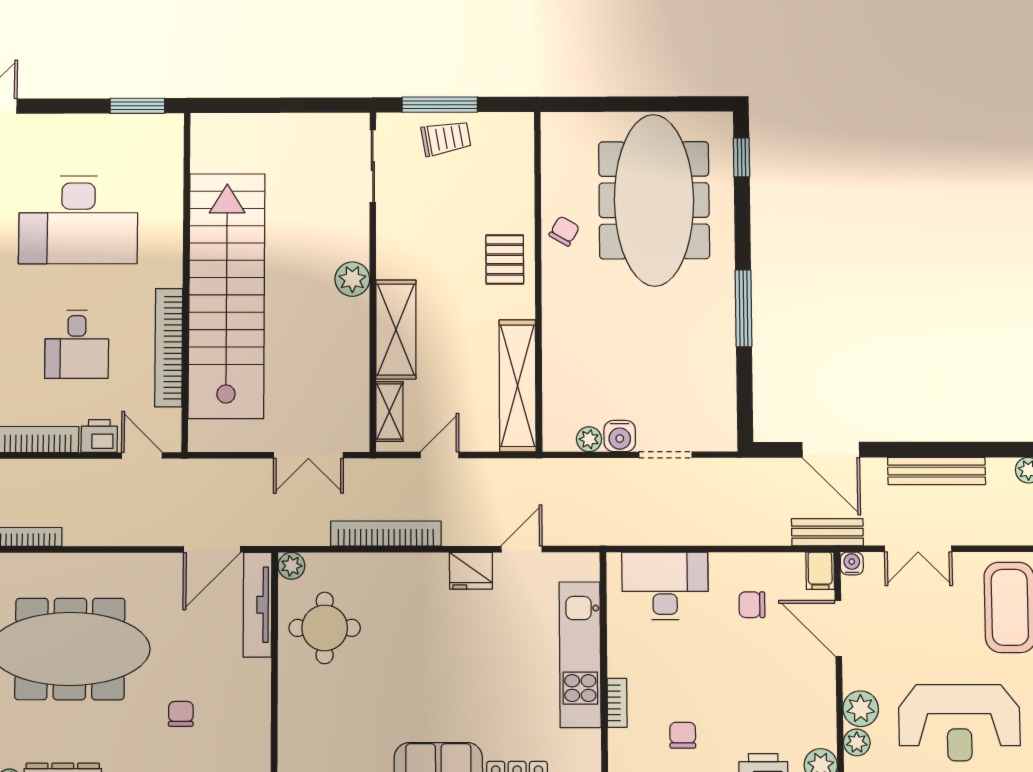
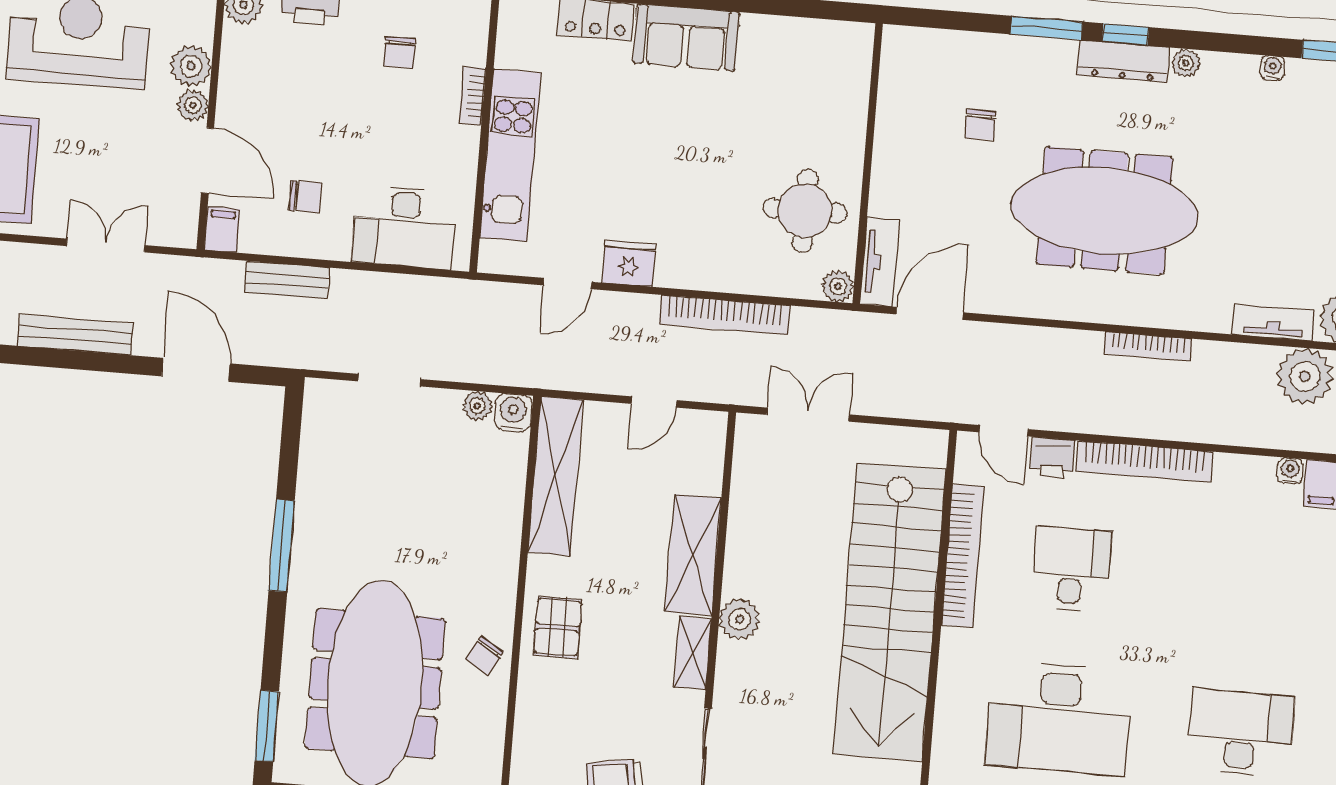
window: (742, 157) -> (267, 726), width x1.50
desk: (78, 220) -> (1059, 718), turned 180
shelving: (389, 411) -> (693, 653), moved
water cooler: (620, 436) -> (513, 413), moved
bench: (827, 532) -> (287, 280), moved
water cooler: (852, 563) -> (184, 235), removed
tv unit: (257, 605) -> (880, 262), width x0.71
plant: (857, 742) -> (193, 105), moved

